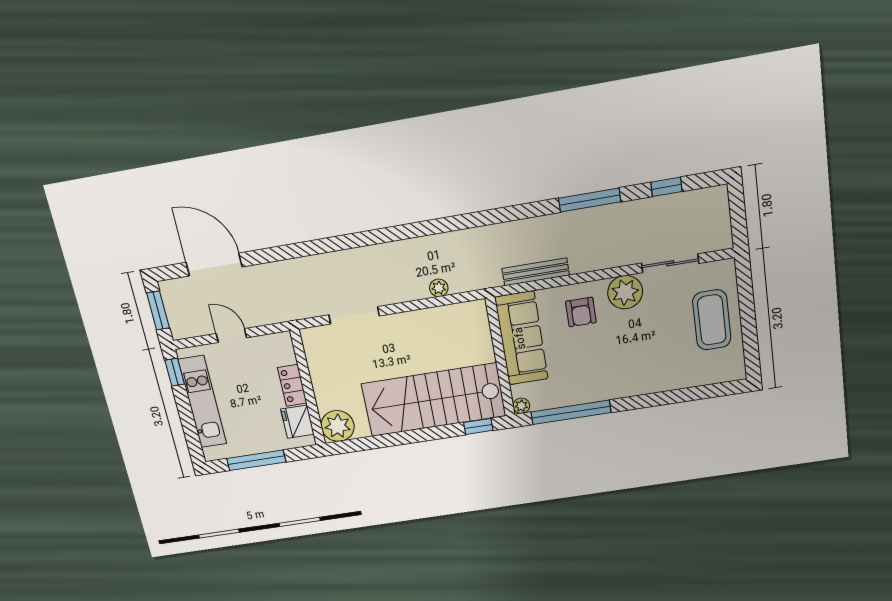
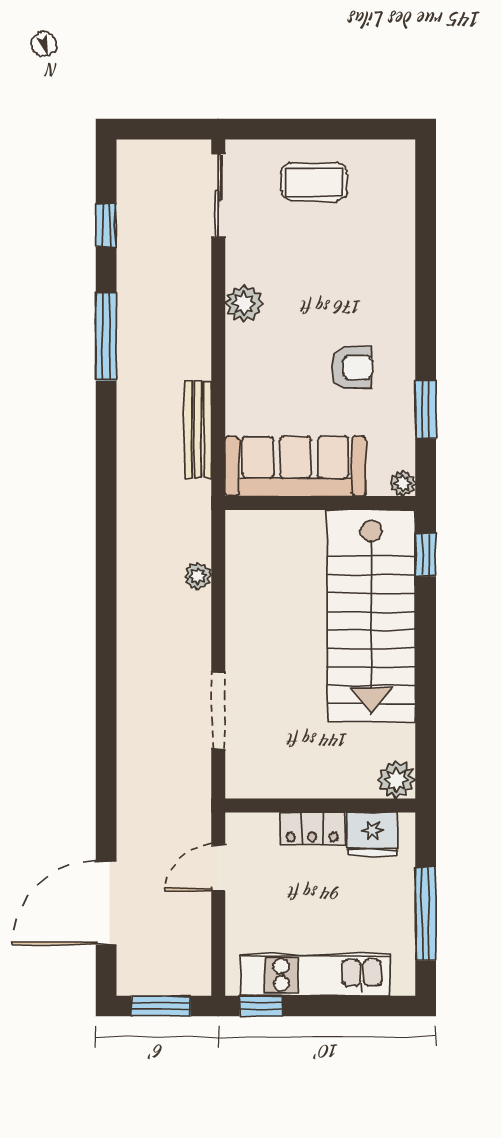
sliding door: (670, 263) -> (218, 196), moved
plant: (625, 292) -> (244, 303), width x0.73, depth x0.73
armchair: (581, 312) -> (352, 367), moved
coffee table: (712, 320) -> (314, 182), width x0.73, depth x0.76
door: (231, 336) -> (218, 868), moved
window: (571, 412) -> (426, 409), width x0.47
plant: (338, 426) -> (396, 780), width x0.73, depth x0.73

